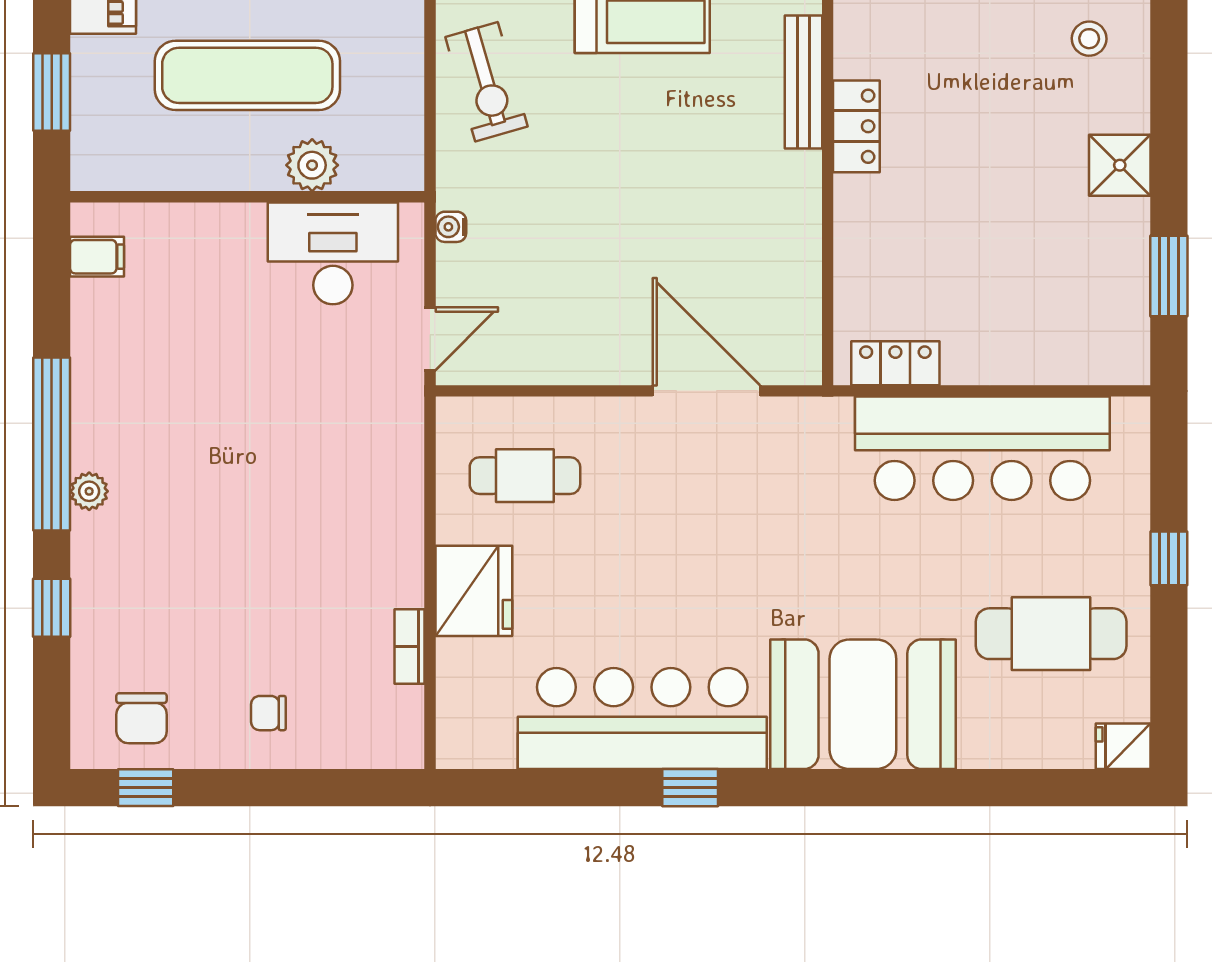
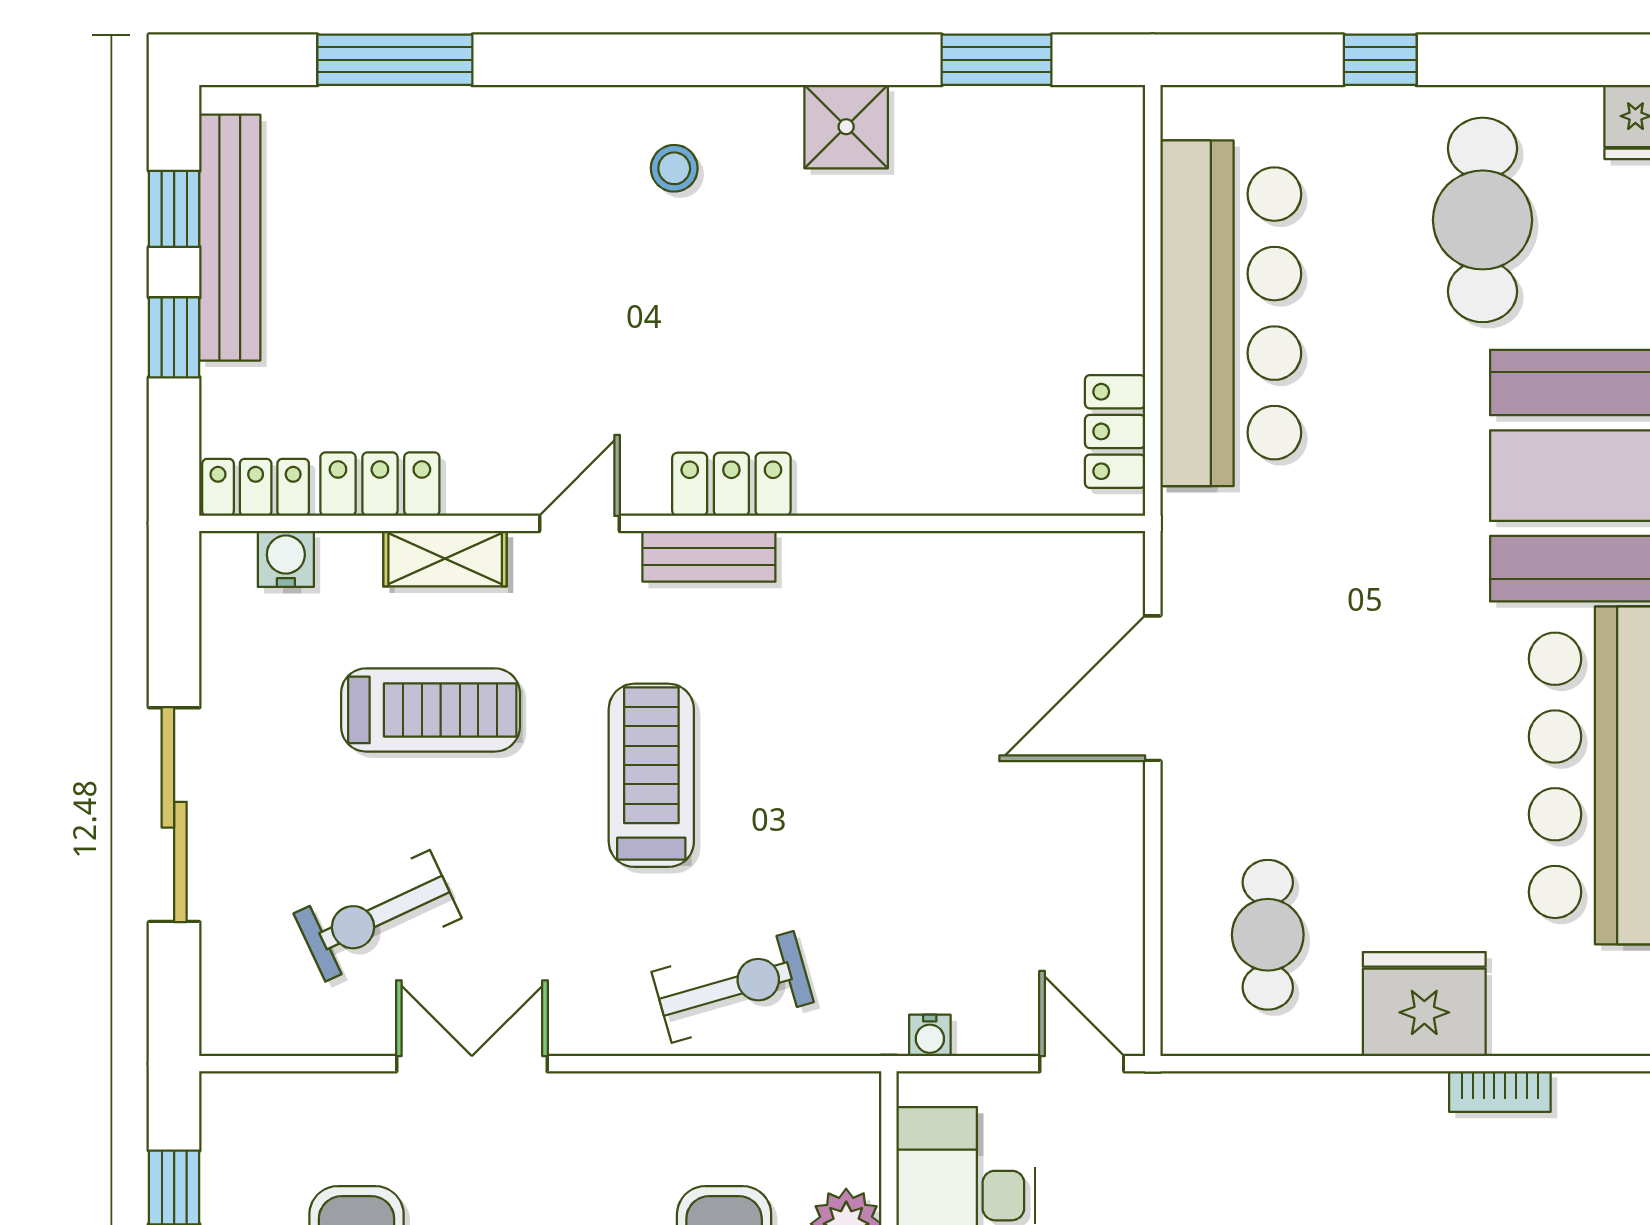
bench: (803, 82) -> (709, 556), width x0.73
locker: (856, 126) -> (731, 484), moved

